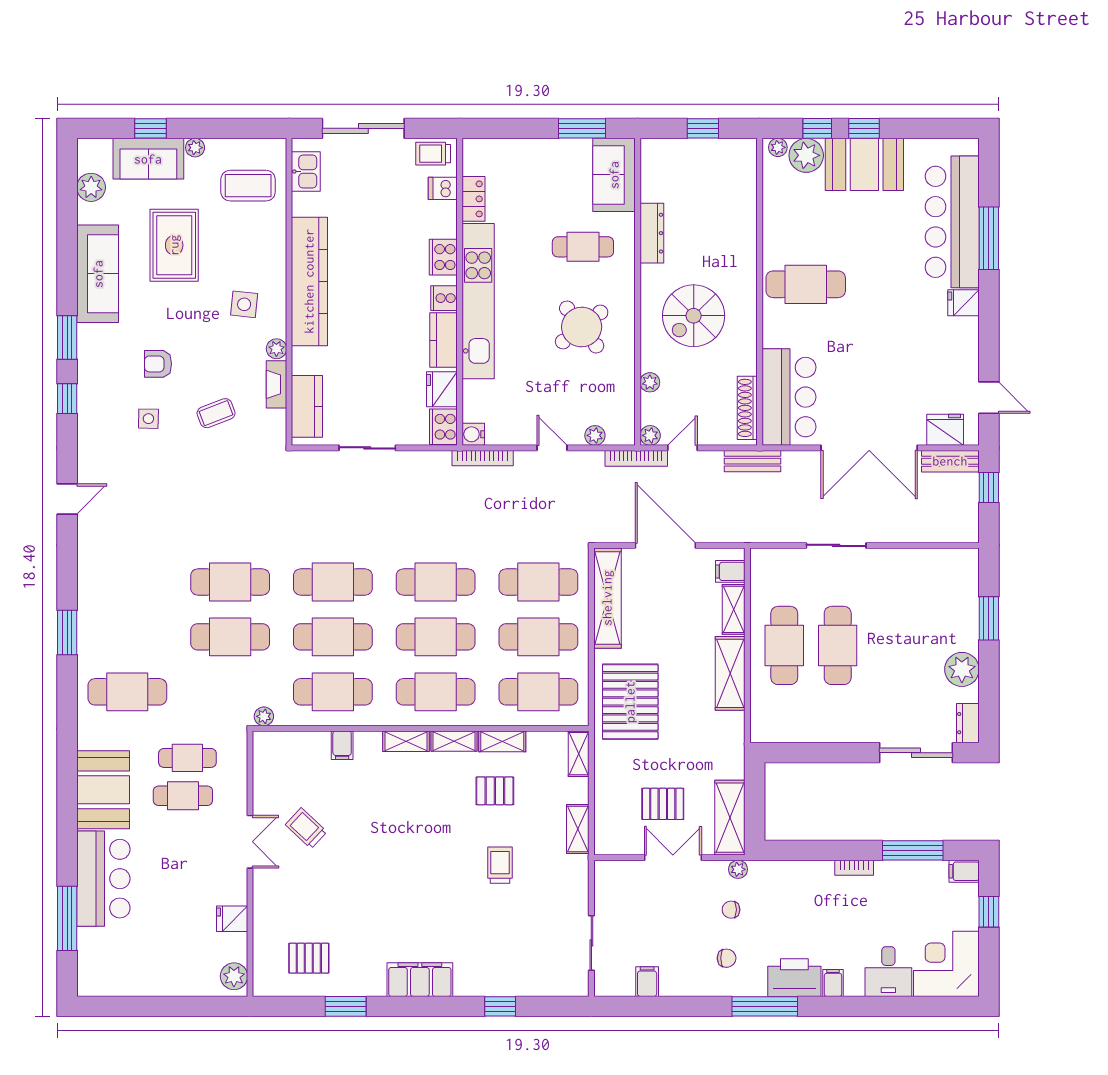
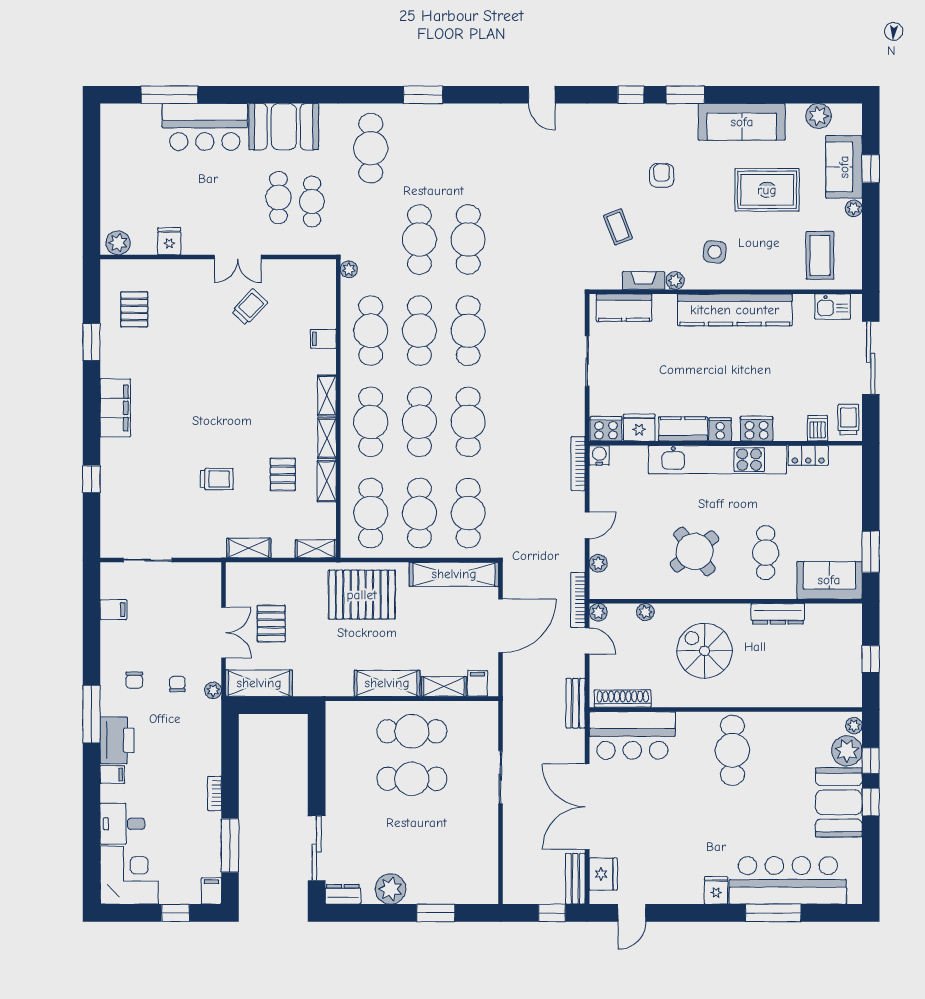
side table: (148, 419) -> (613, 167), removed

